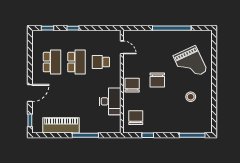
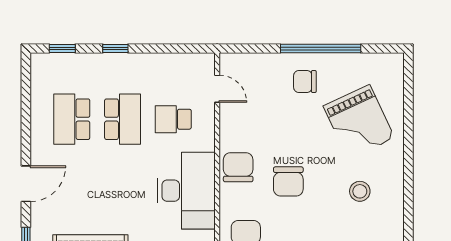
chair: (164, 44) -> (305, 82), added
school desk: (52, 62) -> (72, 119), turned 180
chair: (157, 80) -> (288, 181), moved
desk: (110, 101) -> (186, 191), width x1.36, depth x1.30

